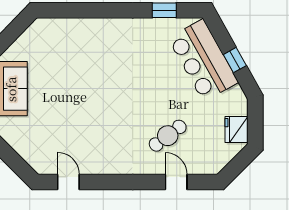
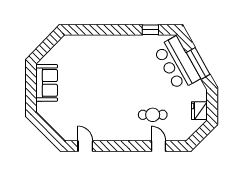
window: (235, 60) -> (198, 64), width x2.17
cafe table: (168, 136) -> (153, 115), turned 37

